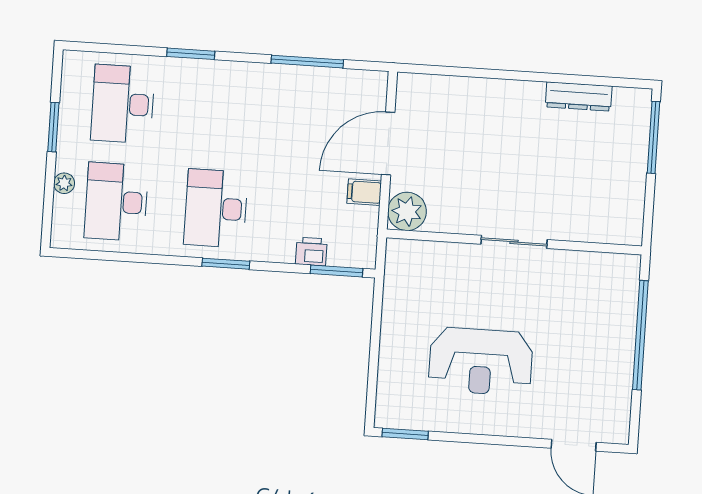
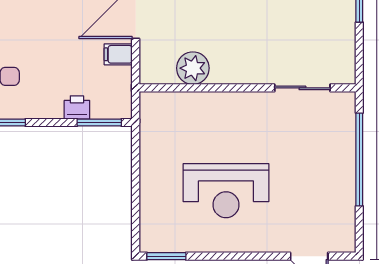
plant: (407, 211) -> (193, 68), moved
sliding door: (514, 242) -> (302, 88), moved

